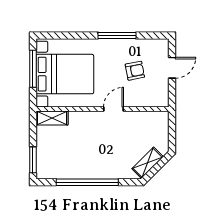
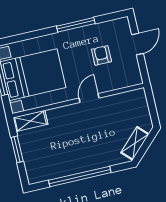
armchair: (135, 71) -> (101, 55), turned -79
window: (33, 160) -> (17, 149), moved

